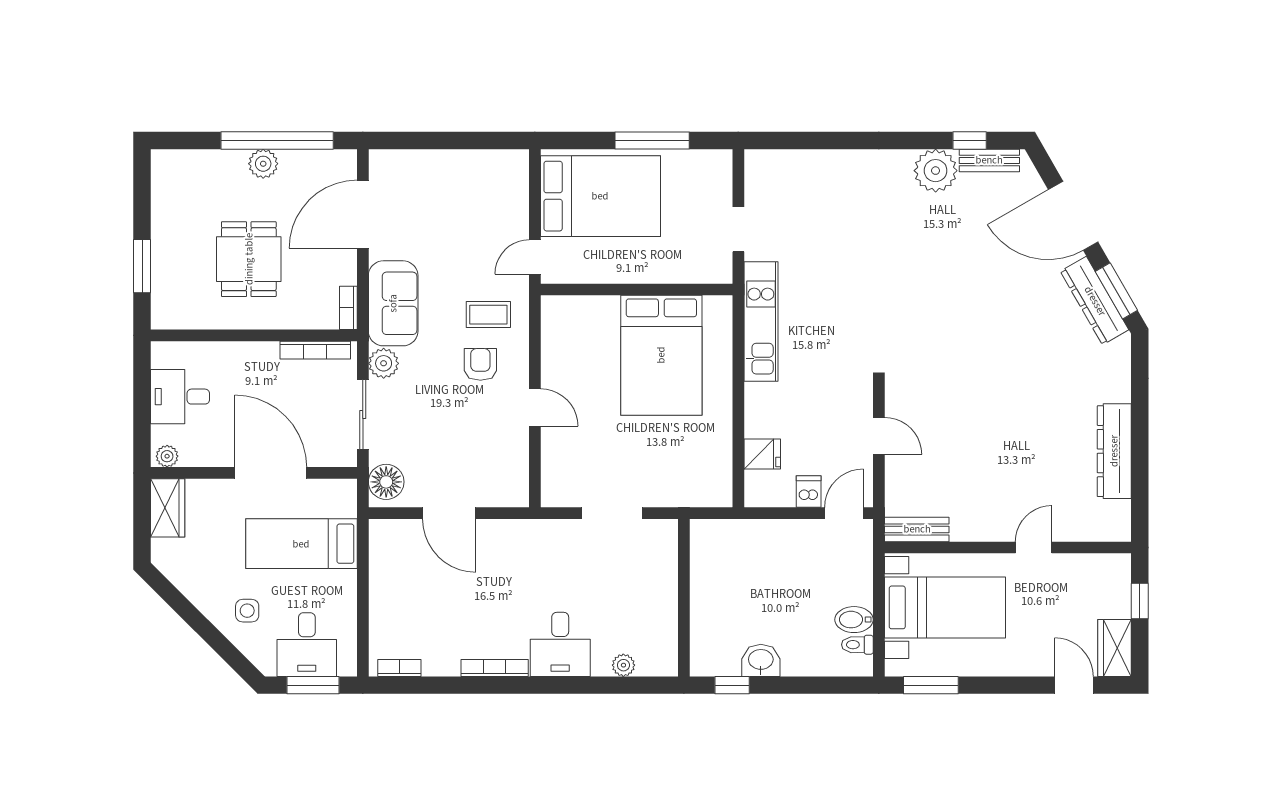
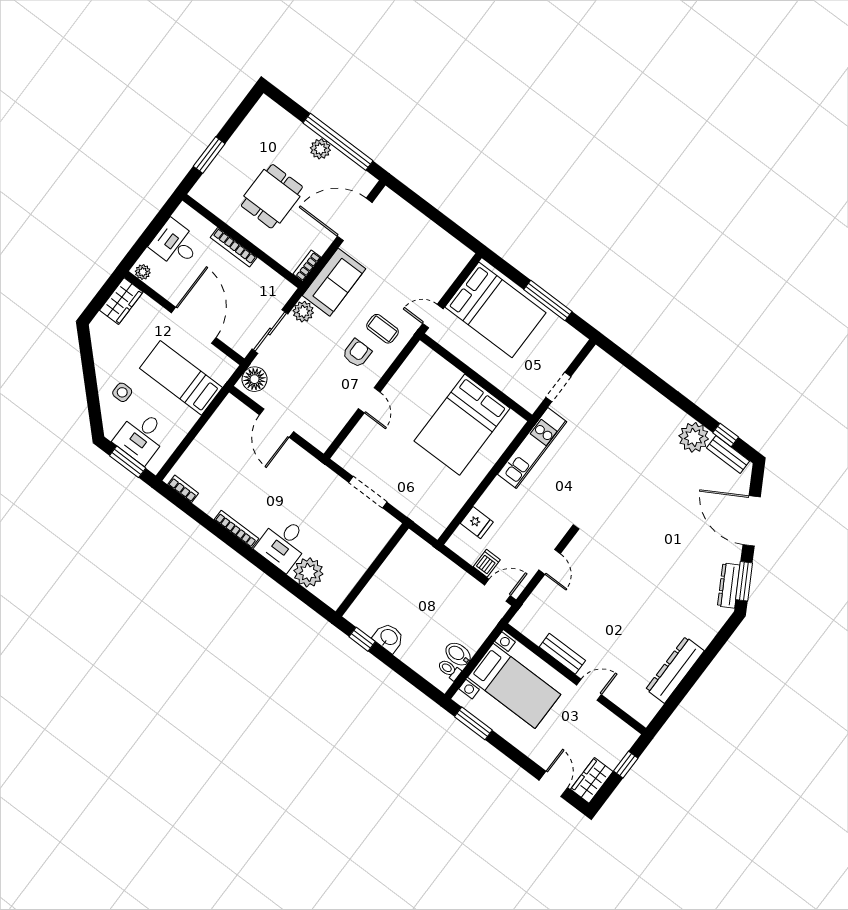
dresser: (1095, 301) -> (729, 586), width x0.73, depth x0.80
bookcase: (315, 350) -> (234, 247), moved
bench: (917, 529) -> (562, 654), moved
plant: (623, 665) -> (308, 572), width x1.87, depth x1.87

